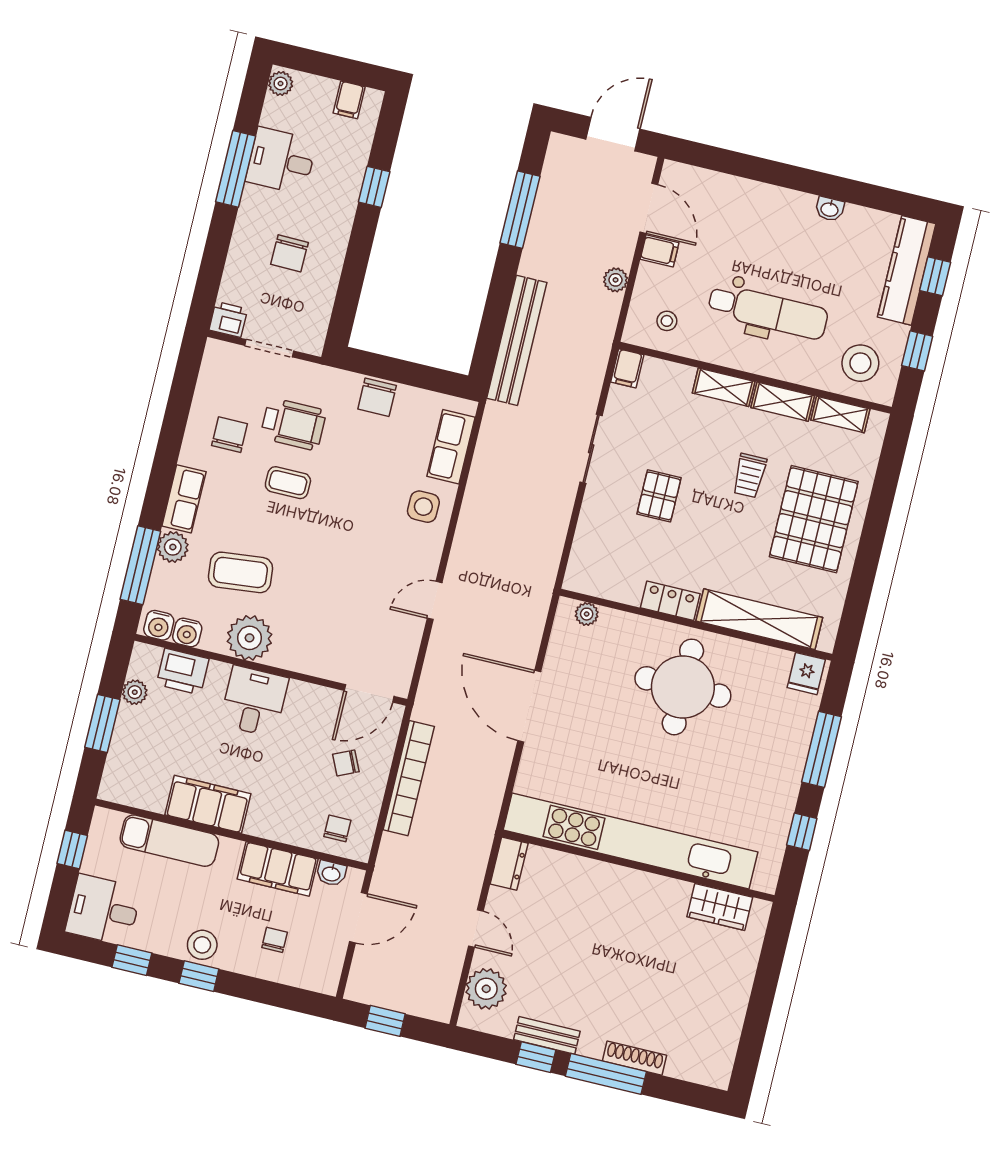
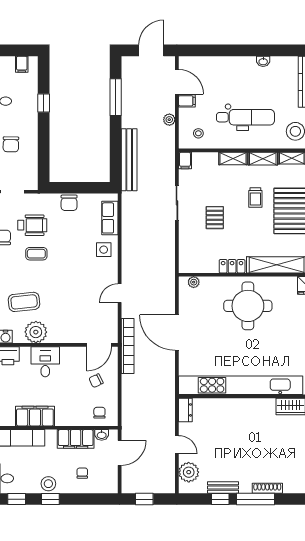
bookcase: (409, 778) -> (128, 346), moved

